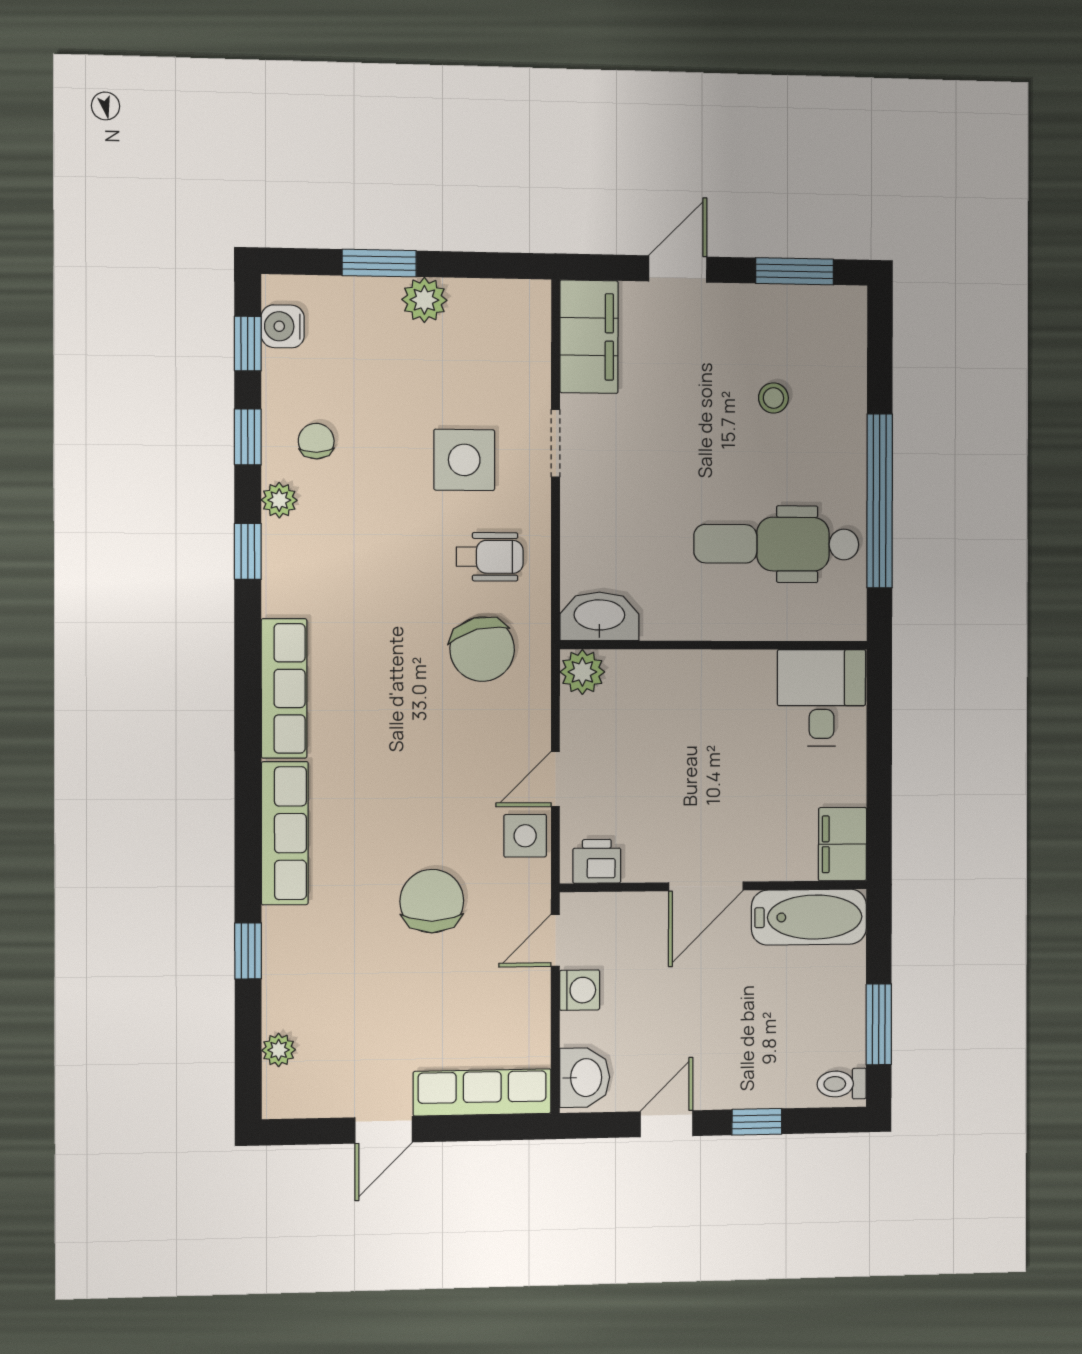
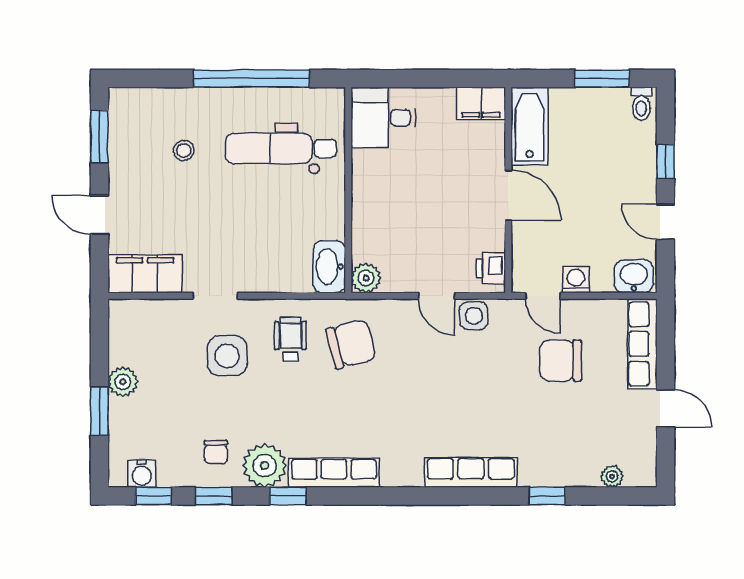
chair: (316, 441) -> (216, 452), turned -88
plant: (279, 500) -> (265, 466), width x1.88, depth x1.88
dental chair: (777, 544) -> (281, 148), turned 90
row of seats: (284, 688) -> (334, 473), moved
chair: (432, 901) -> (561, 361), moved

